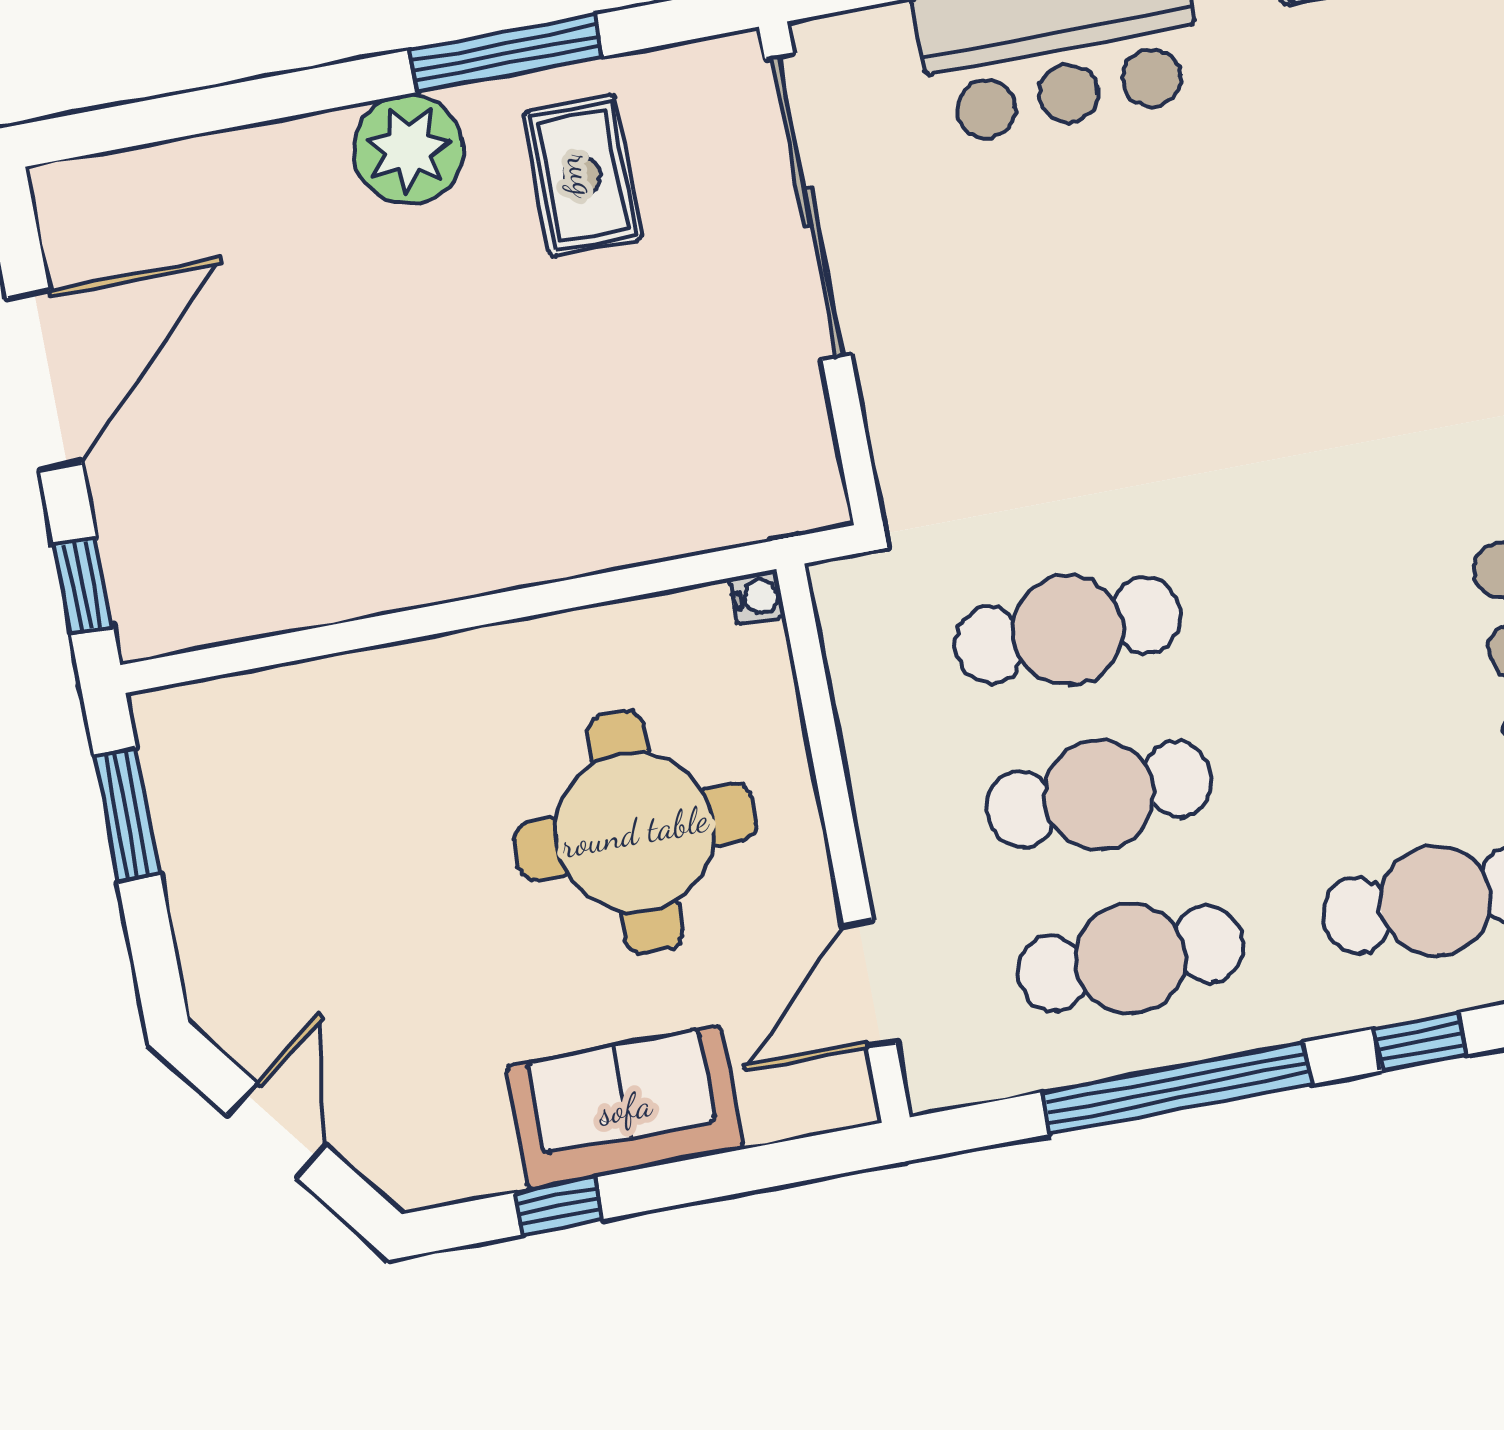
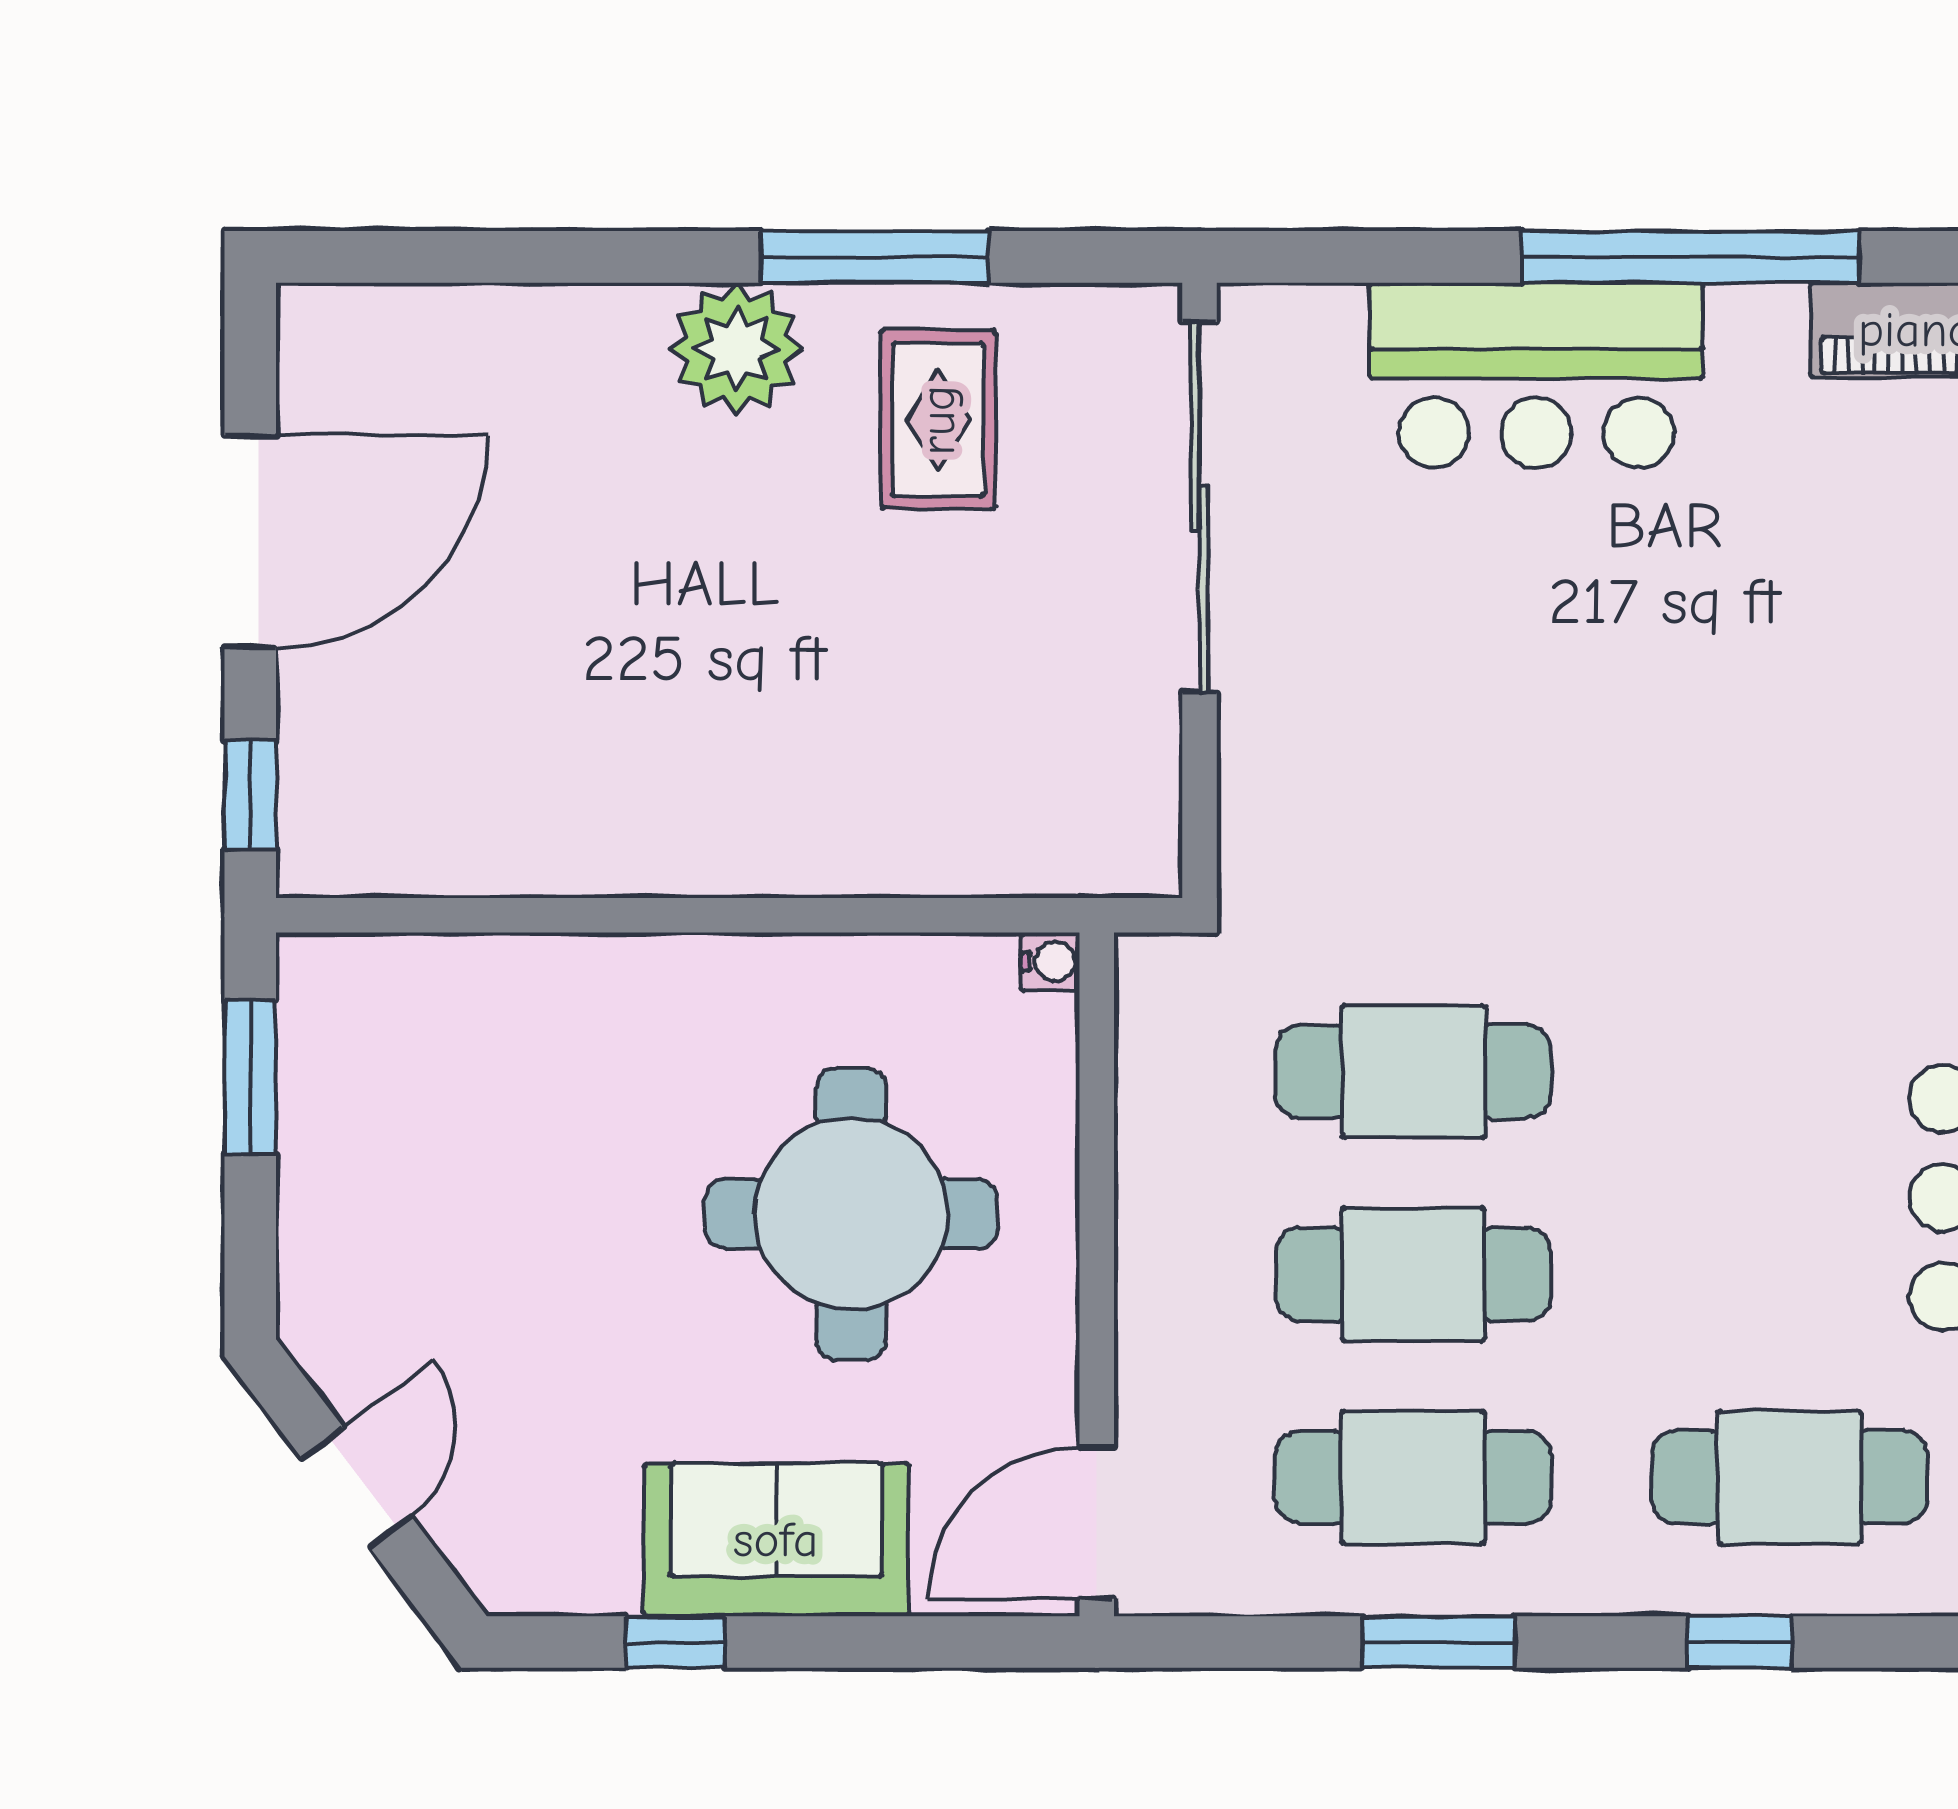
door: (870, 984) -> (1097, 1523), moved
window: (1177, 1088) -> (1439, 1642), width x0.47

